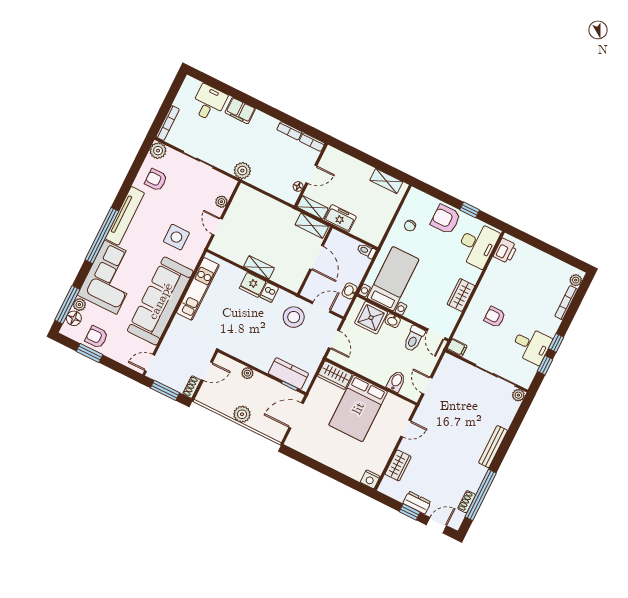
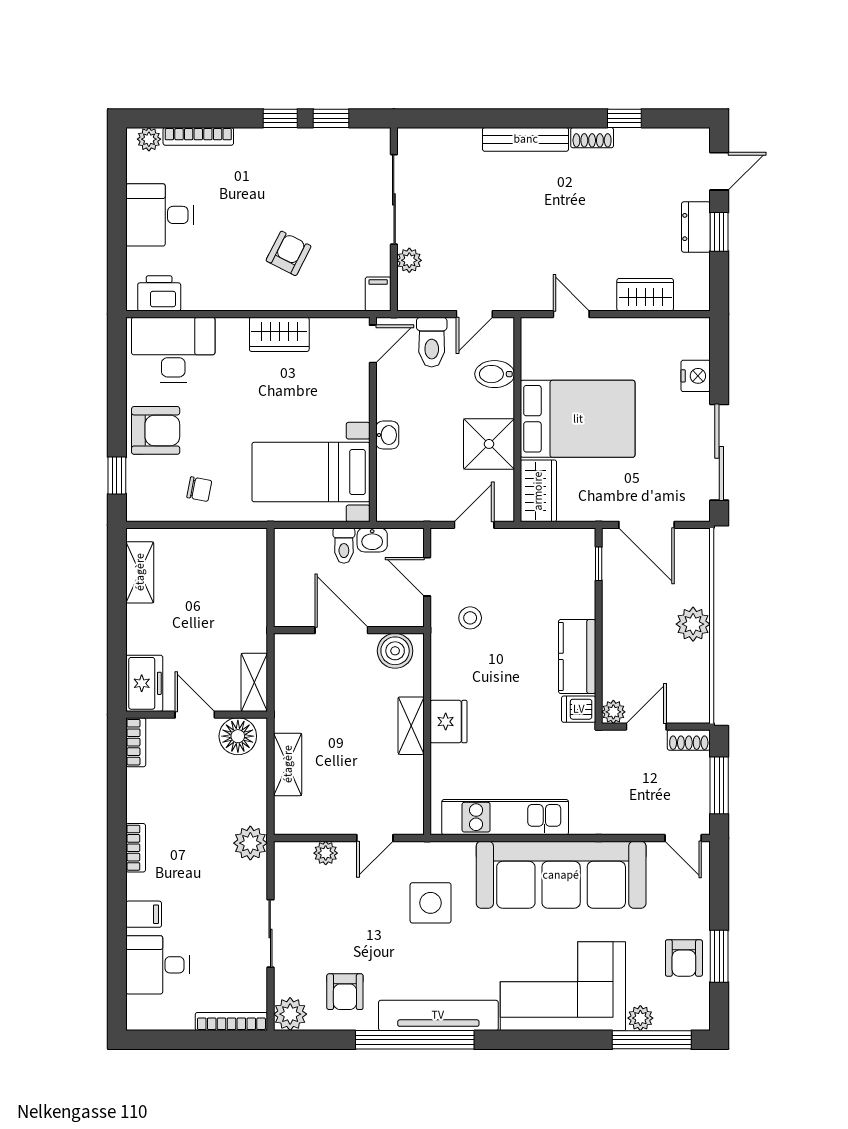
filing cabinet: (240, 111) -> (144, 914), width x0.50
bookcase: (289, 131) -> (136, 848), moved
floor lamp: (298, 187) -> (238, 736), width x1.89, depth x1.89
window: (470, 210) -> (117, 475), moved
freezer: (340, 218) -> (144, 683), moved, turned 180
armchair: (446, 219) -> (156, 430), turned -90
shelving: (312, 226) -> (288, 764), moved
window: (102, 235) -> (415, 1040), moved
toilet: (366, 251) -> (344, 546), moved
door: (316, 257) -> (341, 630), hinge flipped
boiler: (296, 277) -> (395, 651), added
dishwasher: (269, 292) -> (579, 709), moved, turned 180
stool: (294, 317) -> (470, 618), width x0.53, depth x0.53
armchair: (495, 317) -> (289, 253), turned -153
floor lamp: (74, 318) -> (670, 1016), removed
shower: (371, 318) -> (489, 444), moved
toilet: (414, 339) -> (432, 342), moved, turned 90
desk: (531, 345) -> (160, 215), moved, turned -90
door: (207, 371) -> (646, 727), hinge flipped
plant: (247, 373) -> (613, 712), moved
kitchen counter: (288, 373) -> (577, 656), moved
plant: (518, 395) -> (409, 260), moved
sliding door: (312, 464) -> (719, 452), added
nightstand: (370, 479) -> (696, 376), moved
window: (481, 495) -> (624, 118), width x0.32
shoe rack: (467, 502) -> (592, 138), moved
door: (436, 525) -> (719, 171), swing flipped

